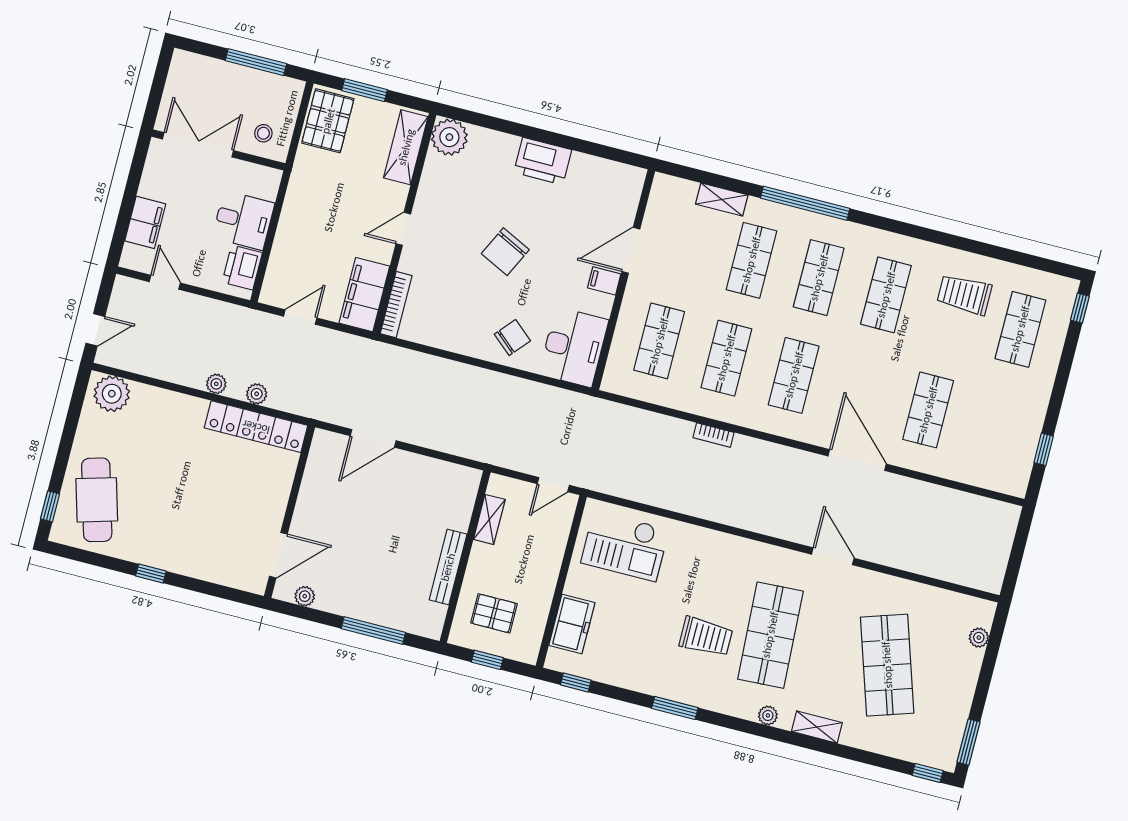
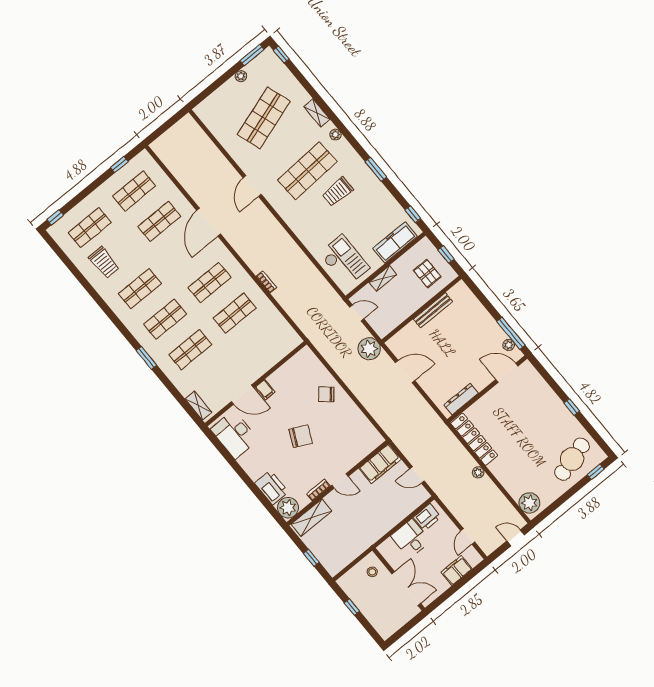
window: (256, 62) -> (352, 607), width x0.46
window: (365, 90) -> (311, 558), width x0.67
pallet: (328, 121) -> (338, 556), removed
double door: (198, 145) -> (406, 589), swing flipped
printer: (543, 161) -> (271, 488), moved
shelving: (722, 200) -> (198, 406), moved
window: (805, 203) -> (146, 358), width x0.47
bookcase: (396, 305) -> (318, 490), moved, width x0.64
shop shelf: (659, 341) -> (134, 191), moved
desk: (574, 347) -> (235, 434), moved, turned -90
plant: (257, 394) -> (369, 349), moved, width x1.88, depth x1.88
door: (373, 438) -> (405, 372), moved
dresser: (316, 470) -> (461, 399), added
shelving: (489, 519) -> (383, 278), moved
freezer: (572, 624) -> (395, 242), width x1.40
window: (373, 631) -> (511, 333), moved
trolley: (706, 637) -> (338, 192), turned -90
plant: (979, 638) -> (241, 76), moved

